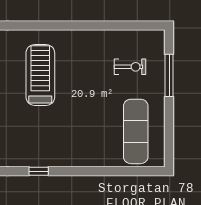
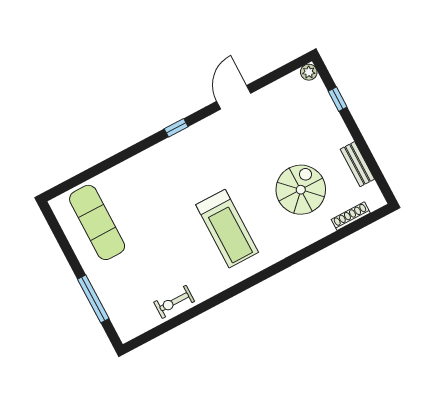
exercise bike: (130, 67) -> (174, 302), moved

